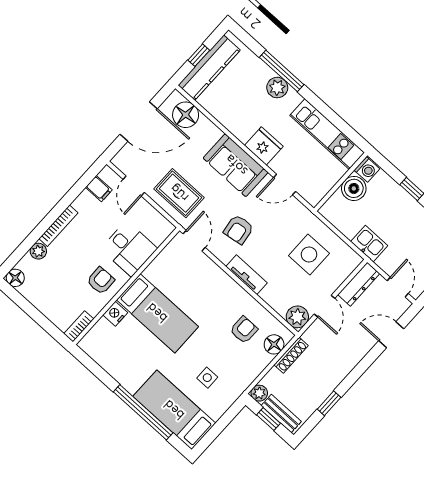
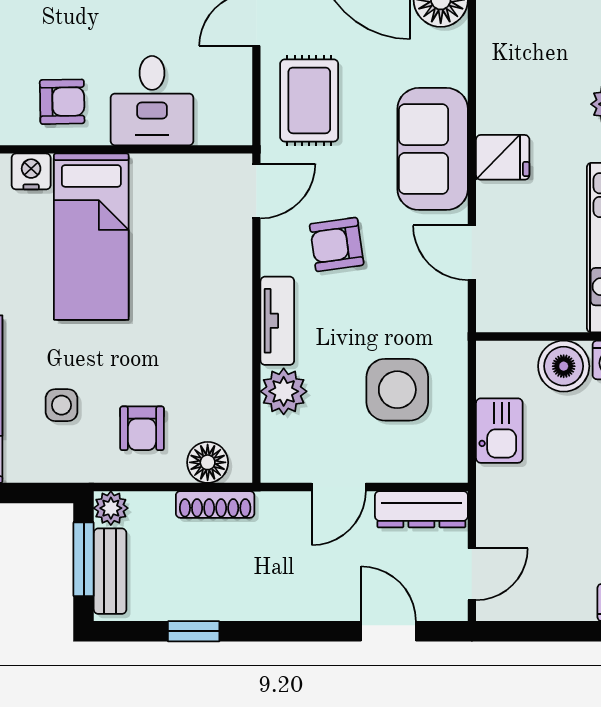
fridge: (264, 146) -> (503, 157), width x0.72
kitchen sink: (369, 244) -> (499, 431), moved
plant: (297, 317) -> (284, 391), moved
armchair: (244, 330) -> (142, 428), moved, turned 90
window: (269, 419) -> (84, 559), width x1.50

